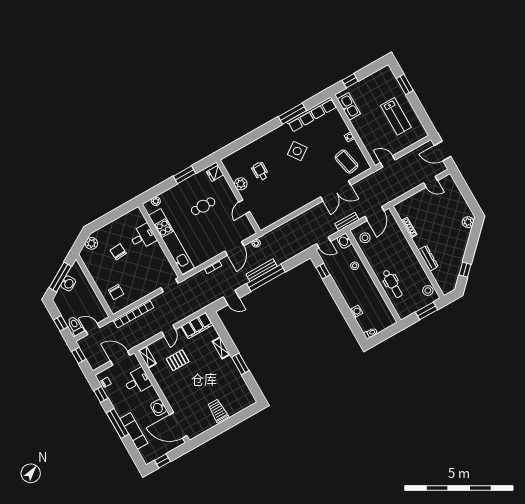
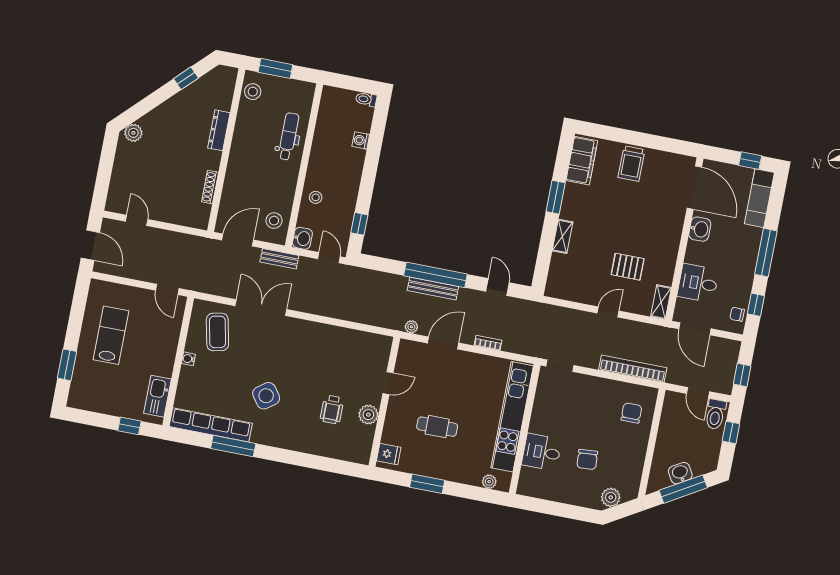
filing cabinet: (197, 325) -> (582, 161), moved, turned 90
exam couch: (134, 431) -> (759, 198), moved

